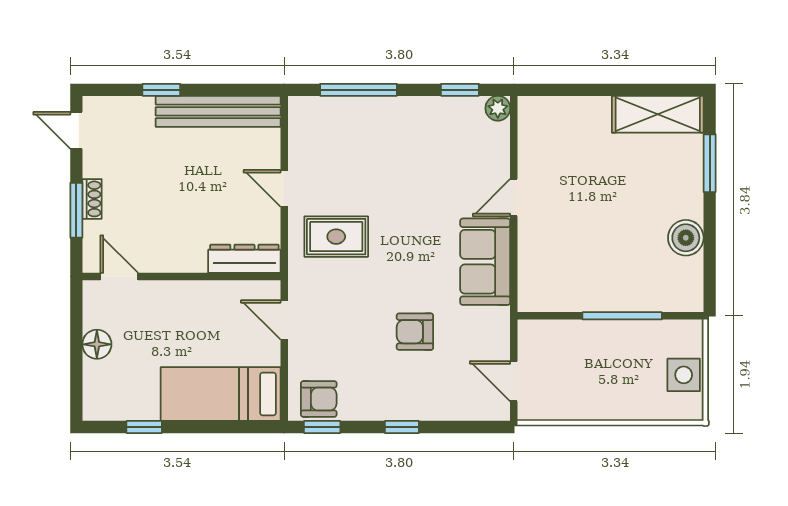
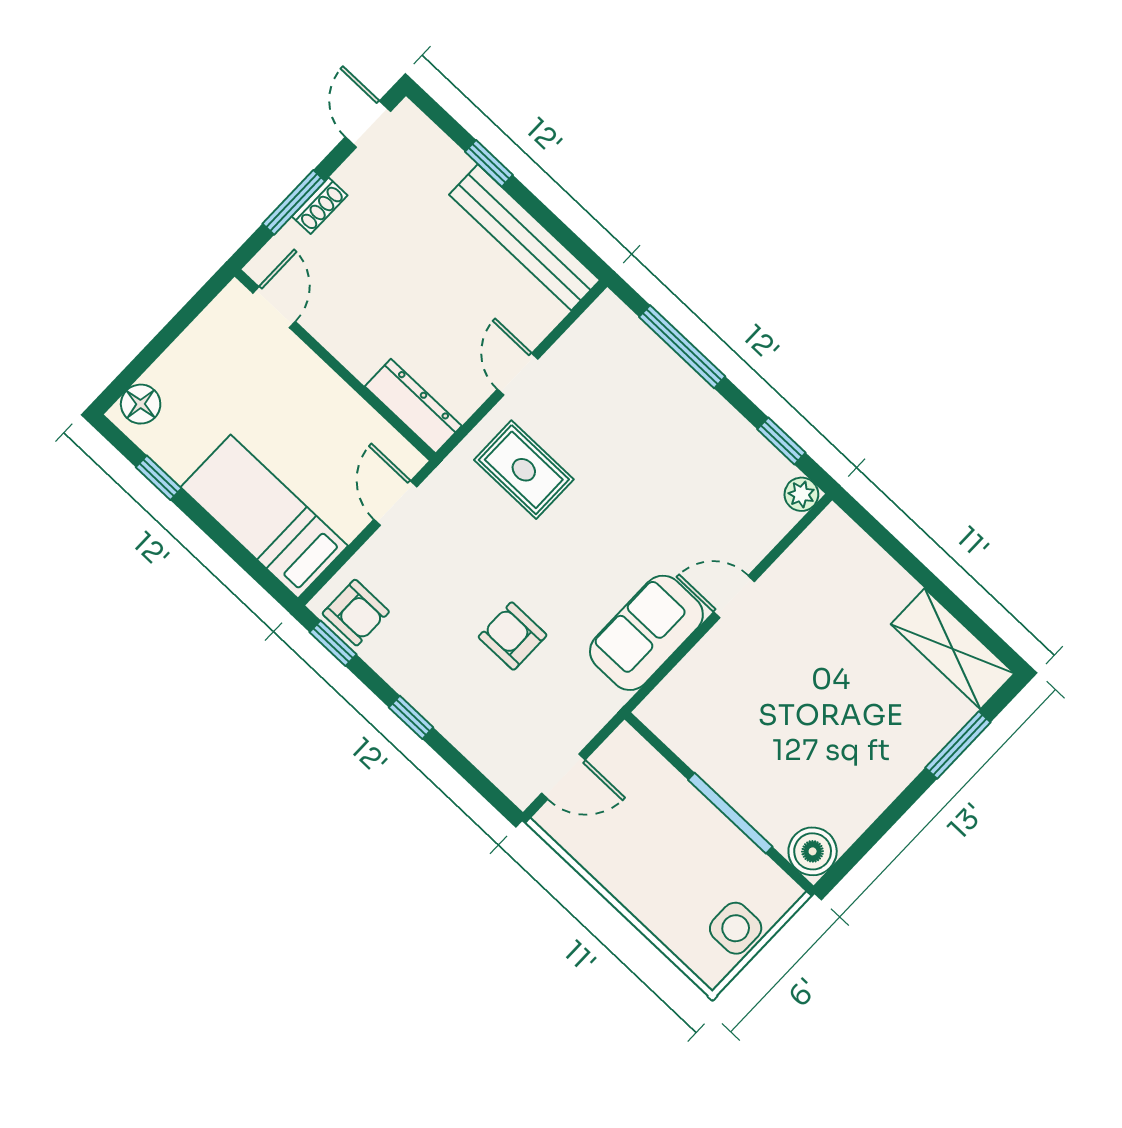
boiler: (686, 238) -> (813, 851), moved
floor lamp: (97, 344) -> (141, 404), moved
door: (514, 381) -> (563, 777), swing flipped

